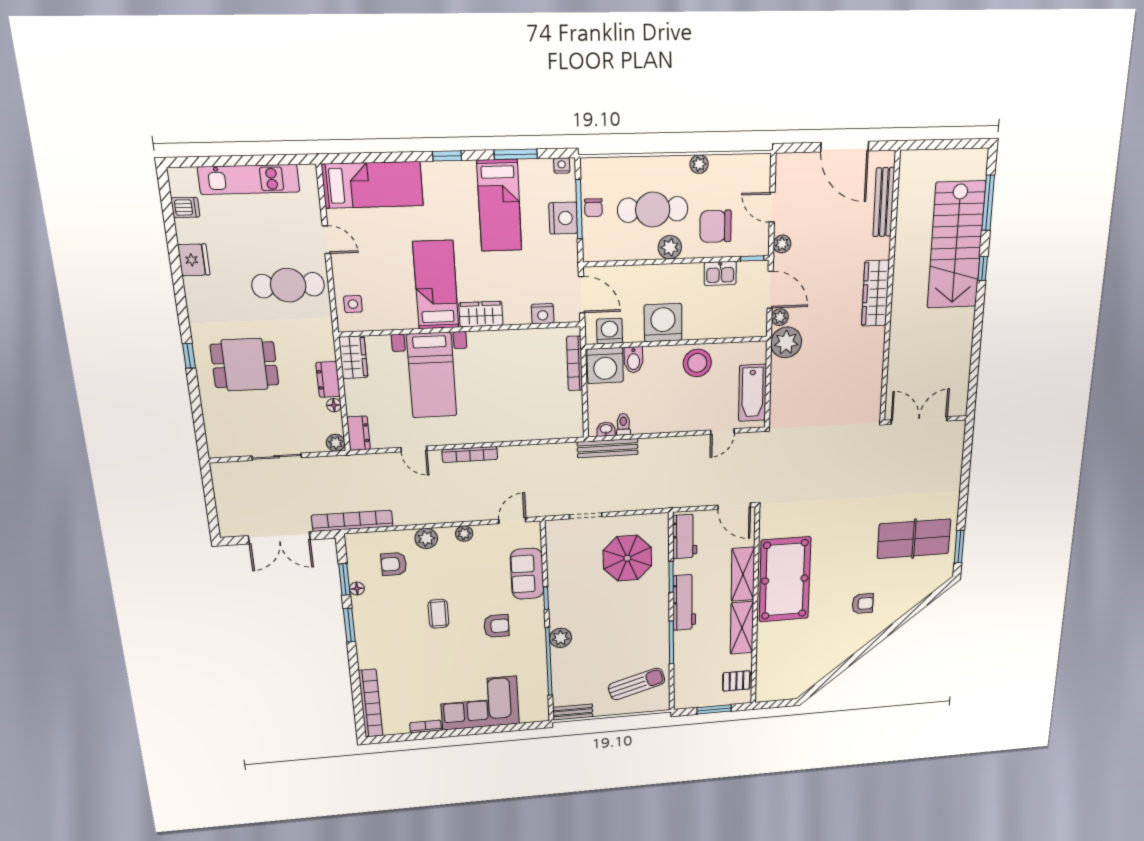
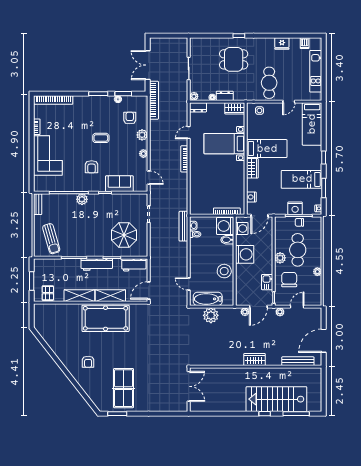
wardrobe: (875, 293) -> (255, 360), width x0.67
plant: (786, 342) -> (211, 315), moved
dining table: (245, 365) -> (234, 59), turned 90

